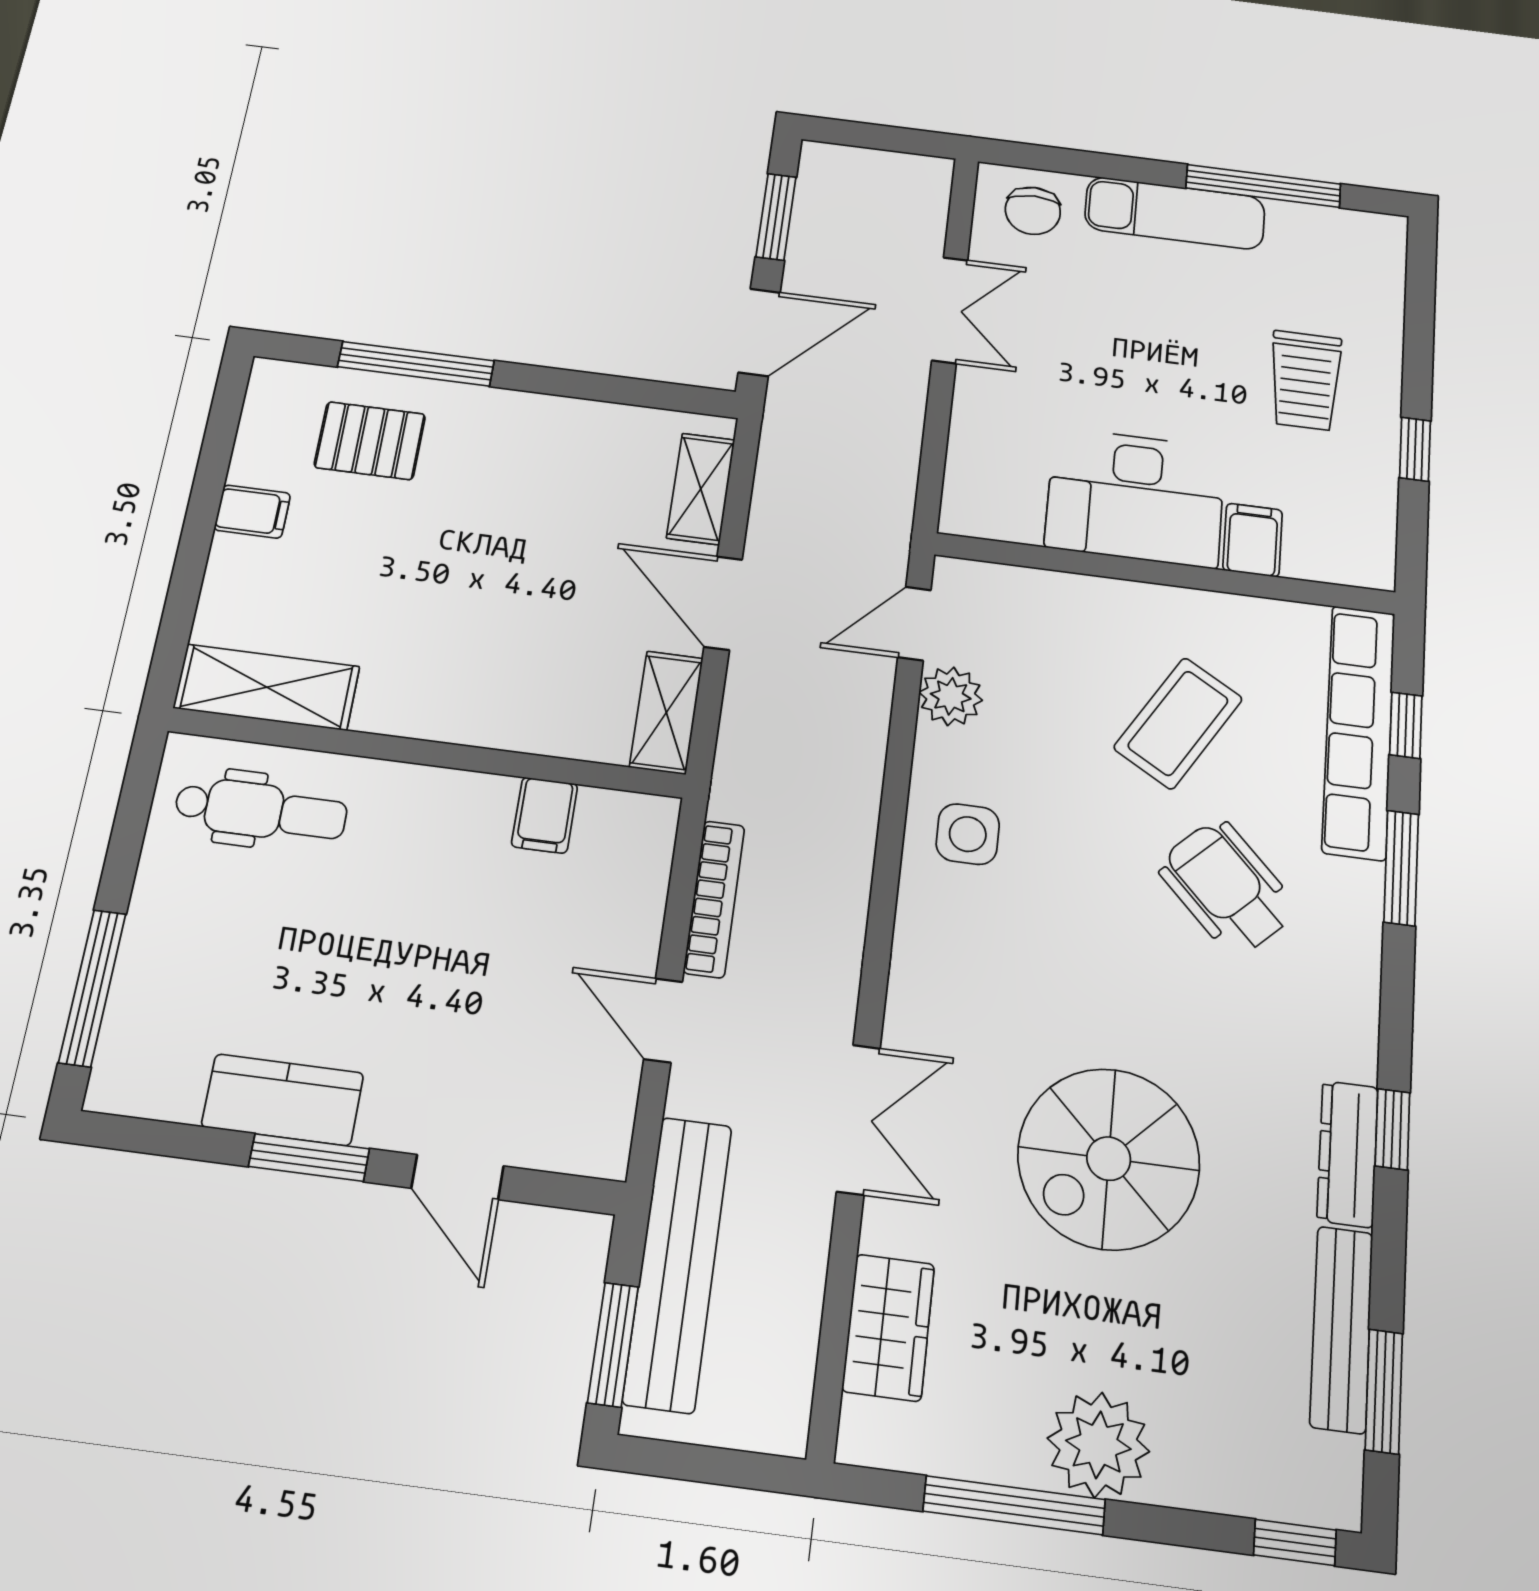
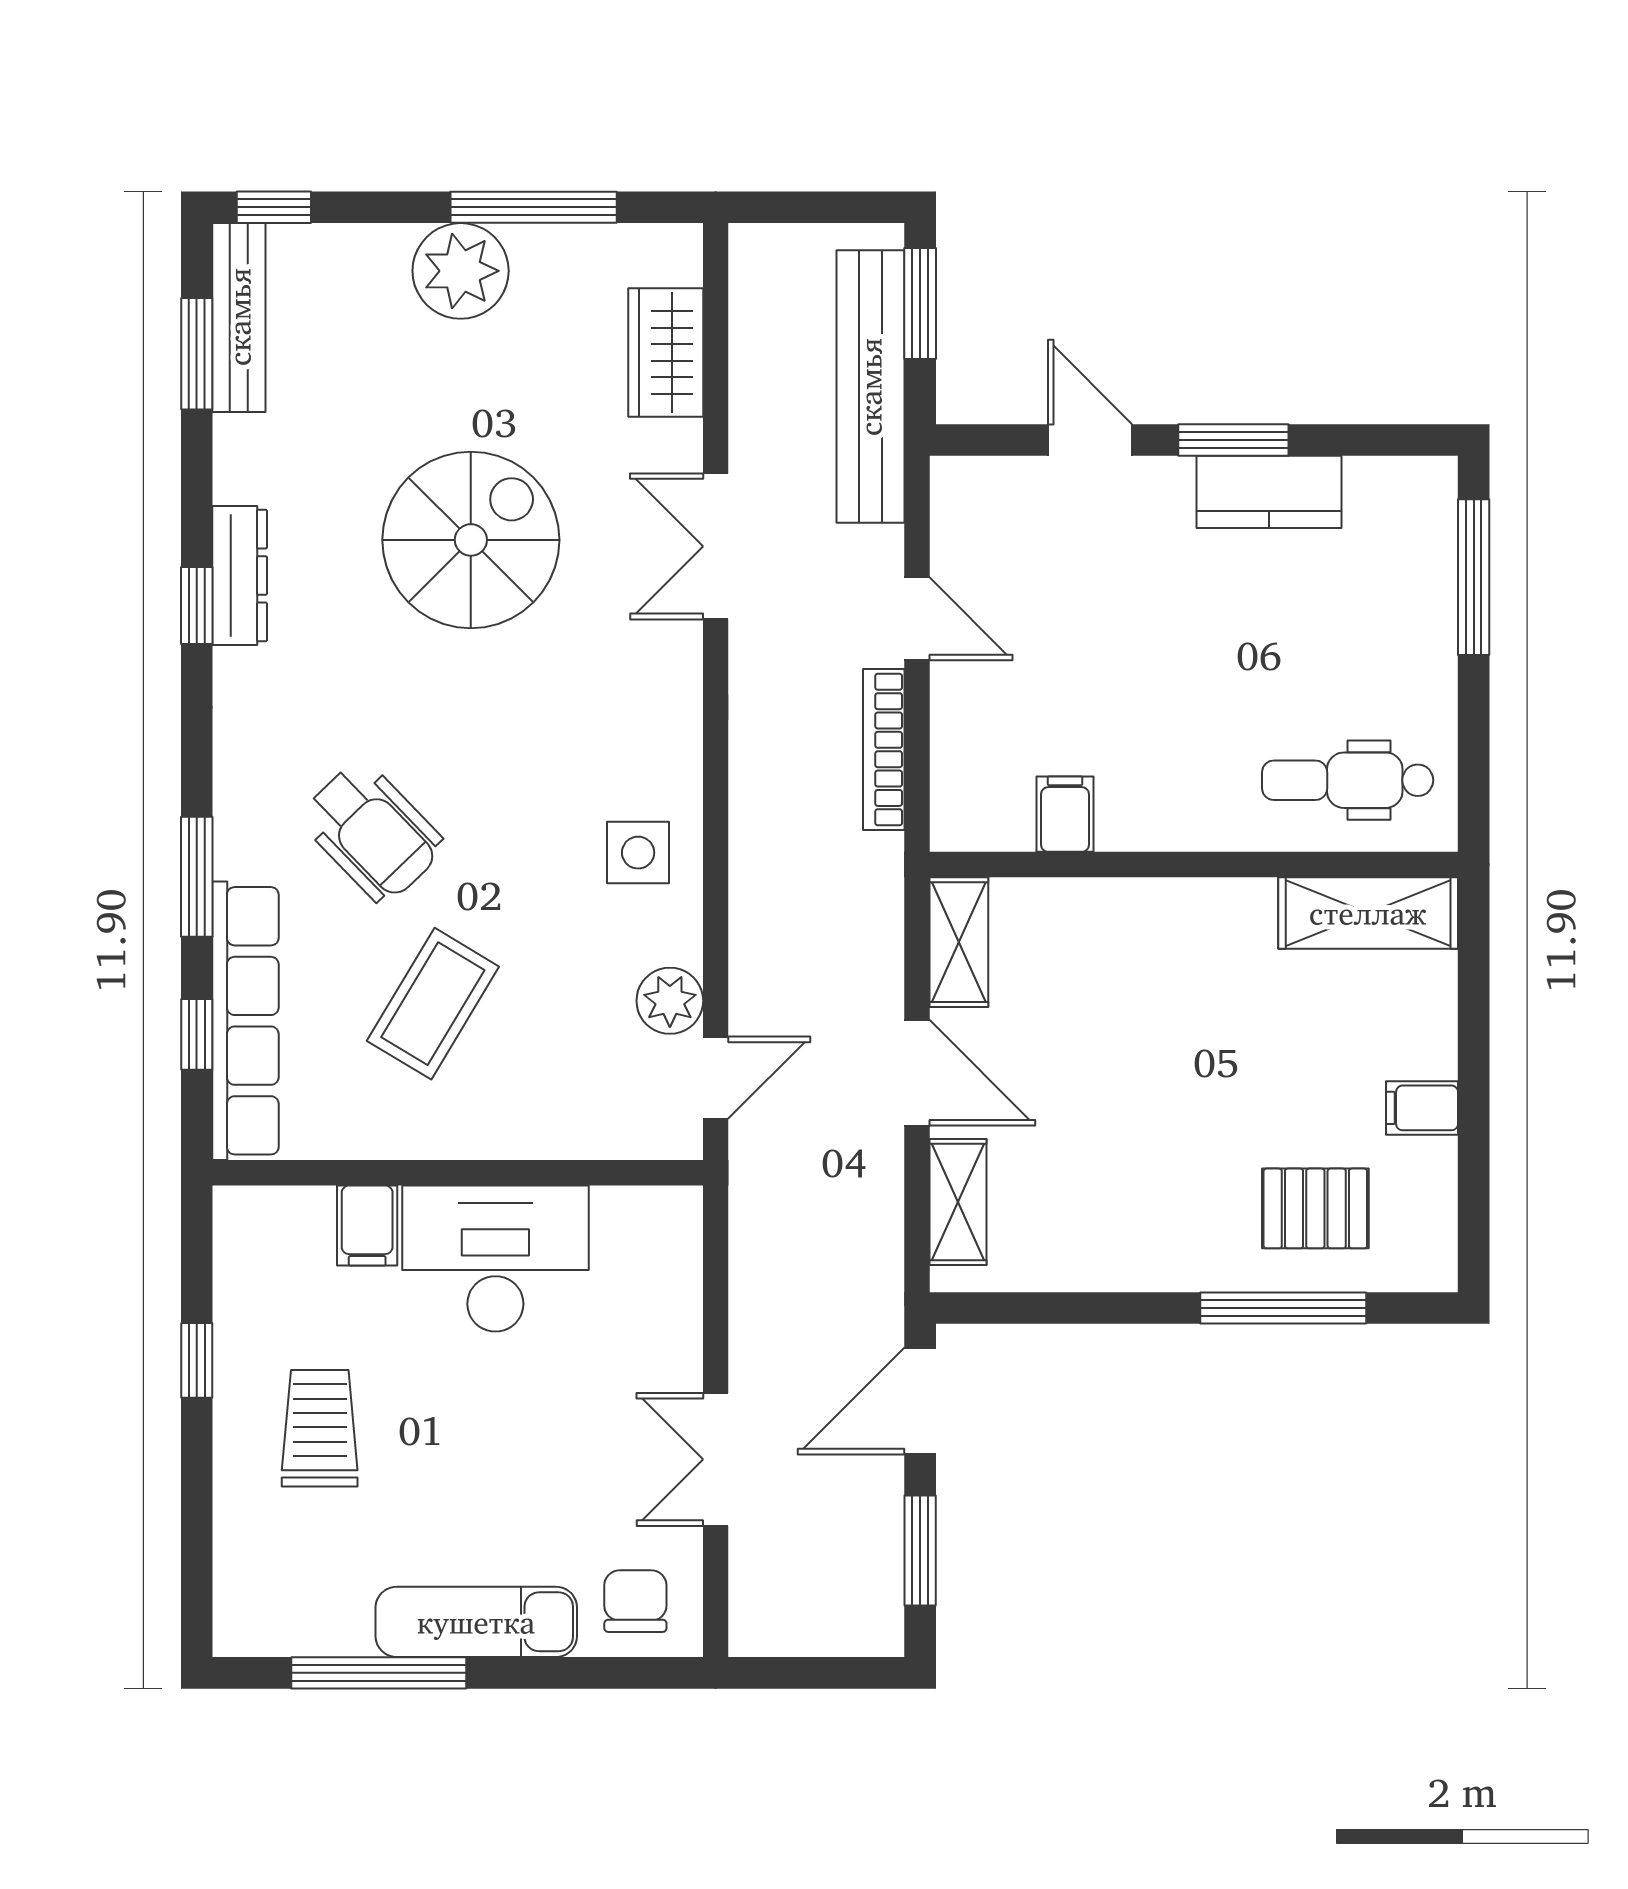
bench: (1341, 1329) -> (239, 317), moved

